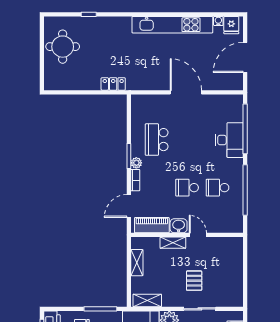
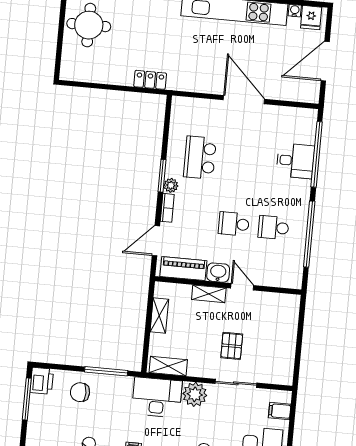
desk: (229, 140) -> (295, 161), width x0.73

